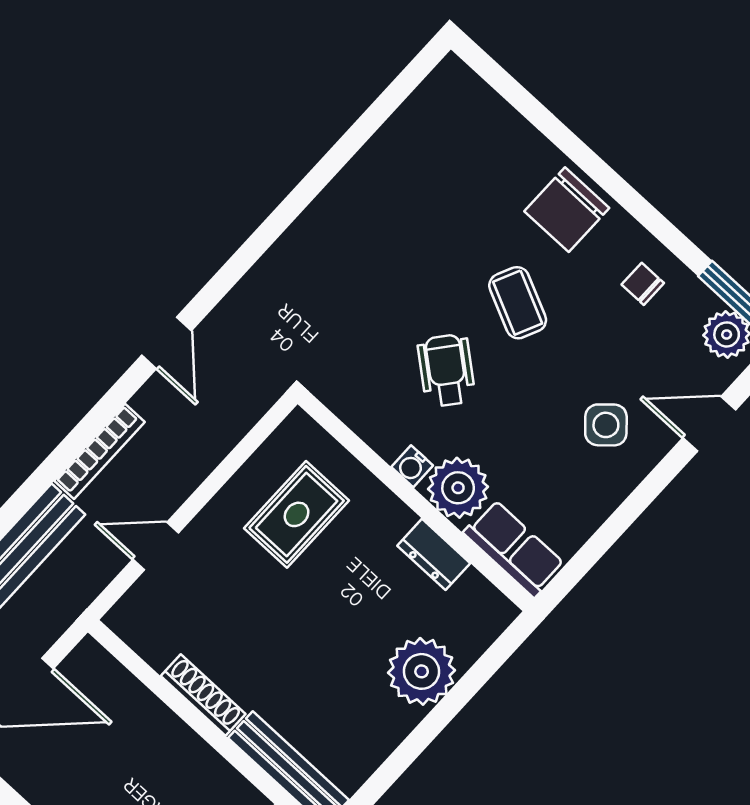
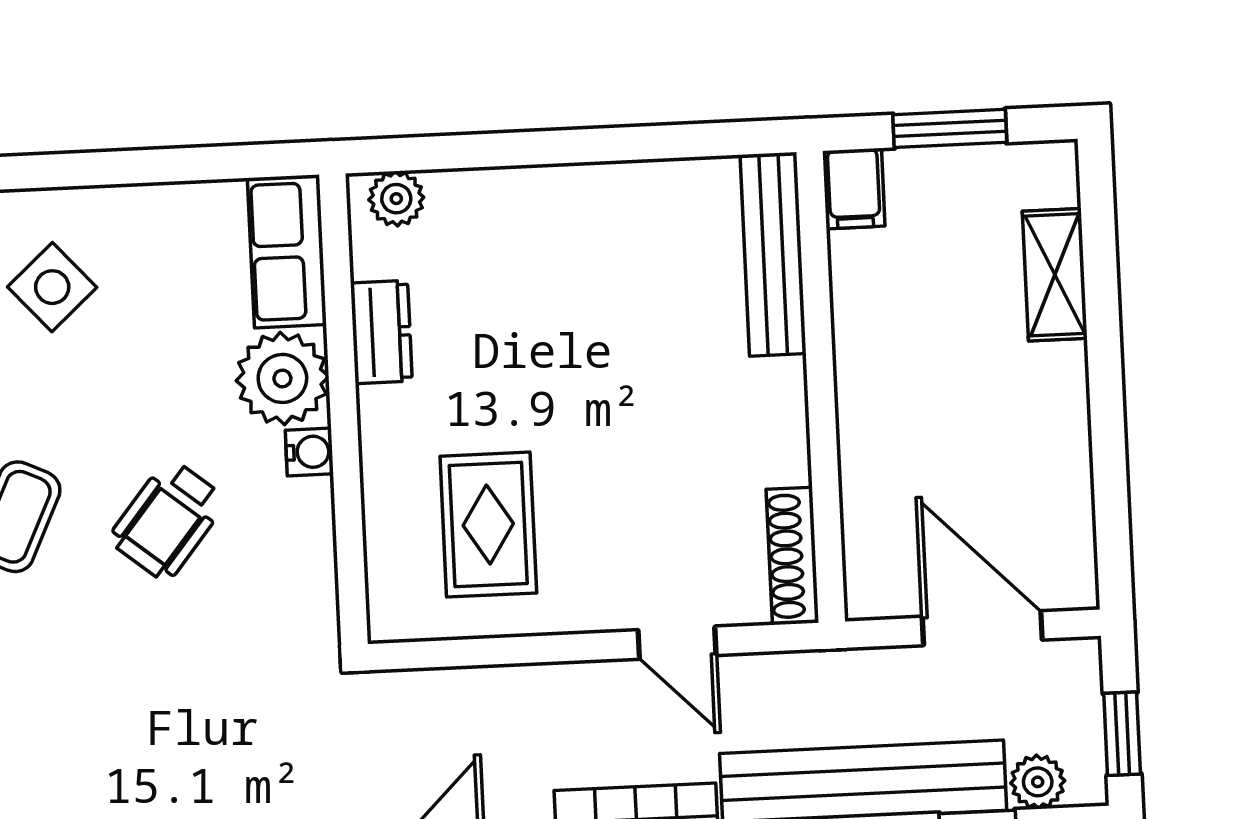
rug: (297, 514) -> (488, 525), turned 90
plant: (422, 671) -> (396, 199), moved, width x0.53, depth x0.53
shoe rack: (203, 695) -> (792, 556), moved

